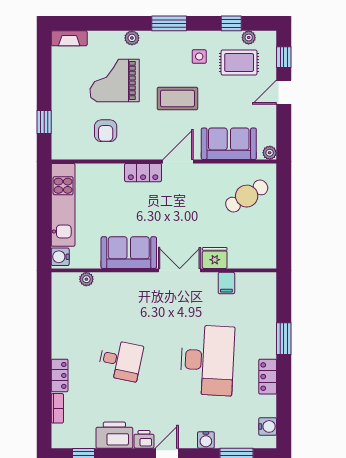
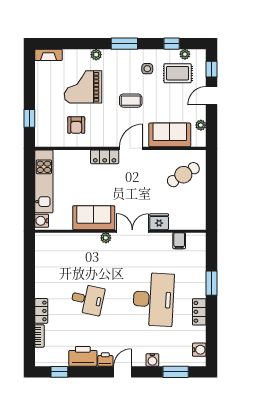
coffee table: (177, 99) -> (131, 101), width x0.73, depth x0.77
plant: (270, 153) -> (201, 125), moved
plant: (86, 279) -> (106, 238), moved
filing cabinet: (226, 283) -> (179, 241), moved

